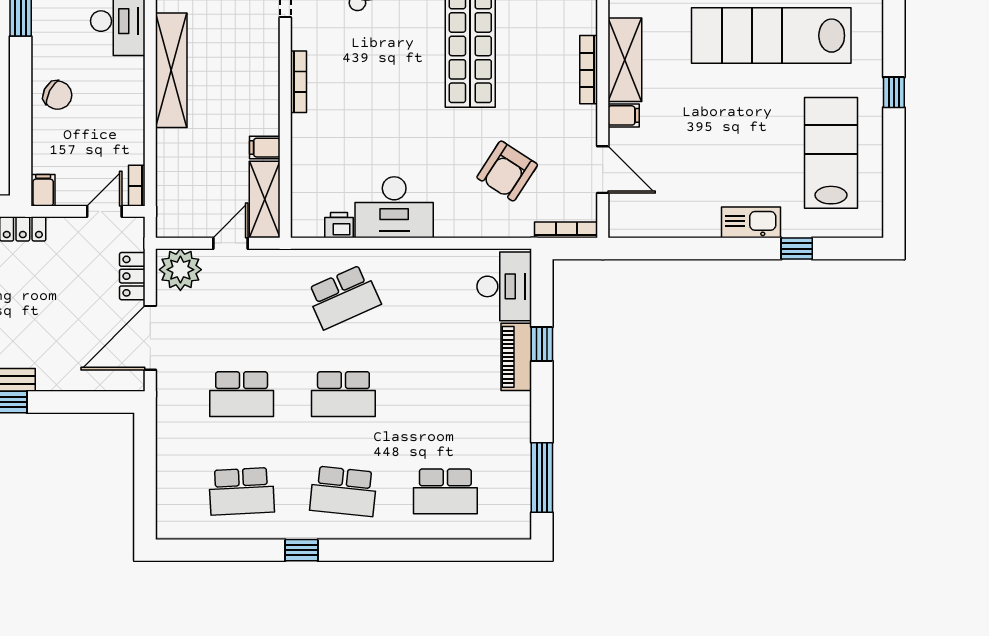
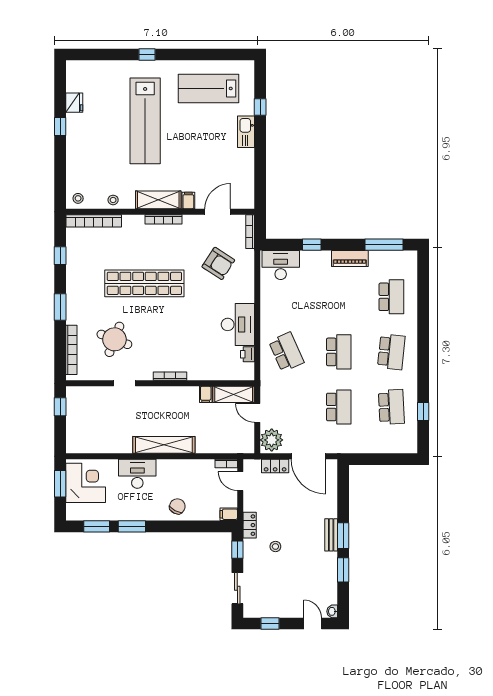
window: (894, 92) -> (147, 55), moved
piano: (516, 357) -> (350, 259), moved
window: (301, 550) -> (423, 412), moved

